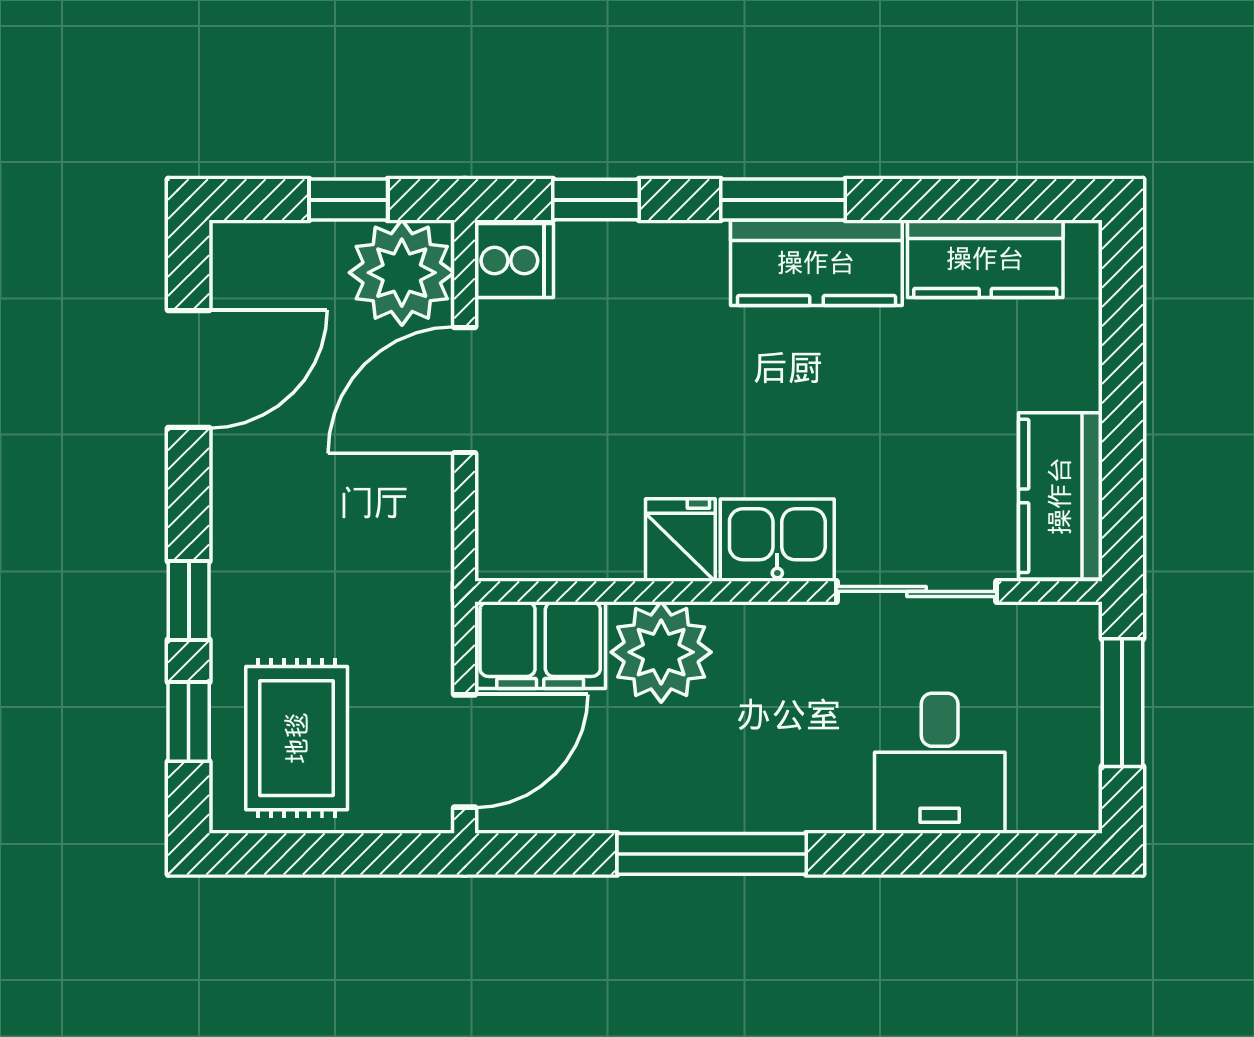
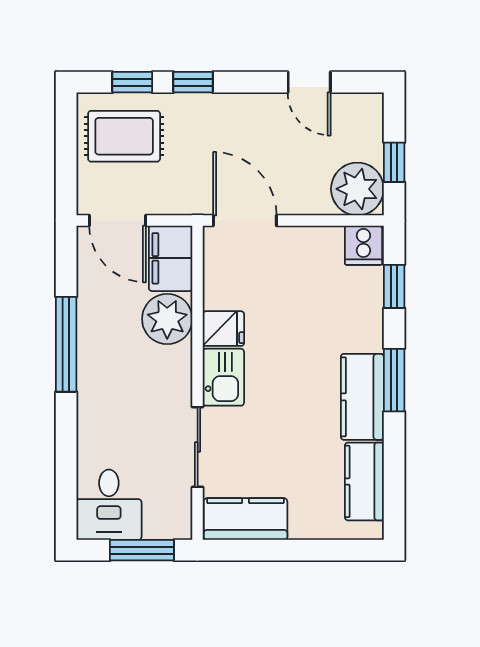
door: (189, 369) -> (309, 82), width x0.73
door: (465, 390) -> (245, 221), moved
desk: (940, 763) -> (109, 505), moved, turned -90

